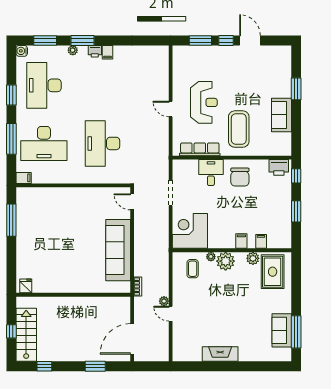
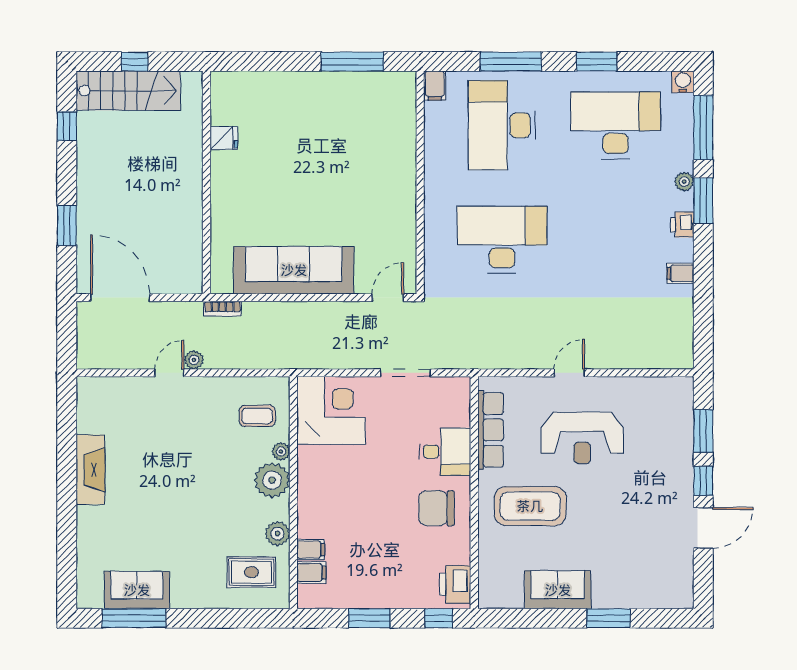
window: (45, 40) -> (703, 128), width x1.44
filing cabinet: (107, 52) -> (680, 273), moved
filing cabinet: (241, 241) -> (311, 573), moved
rug: (273, 272) -> (251, 572), width x0.73, depth x0.70
fridge: (26, 286) -> (224, 138), moved

